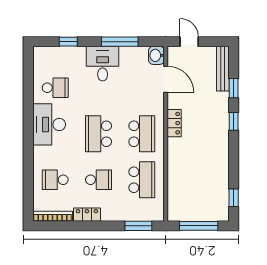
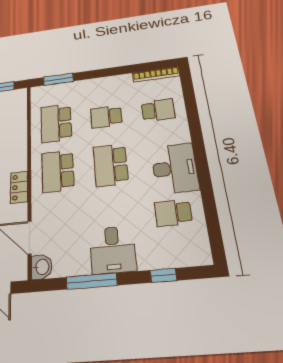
school desk: (98, 134) -> (111, 165), turned 180
locker: (87, 215) -> (116, 82), removed

